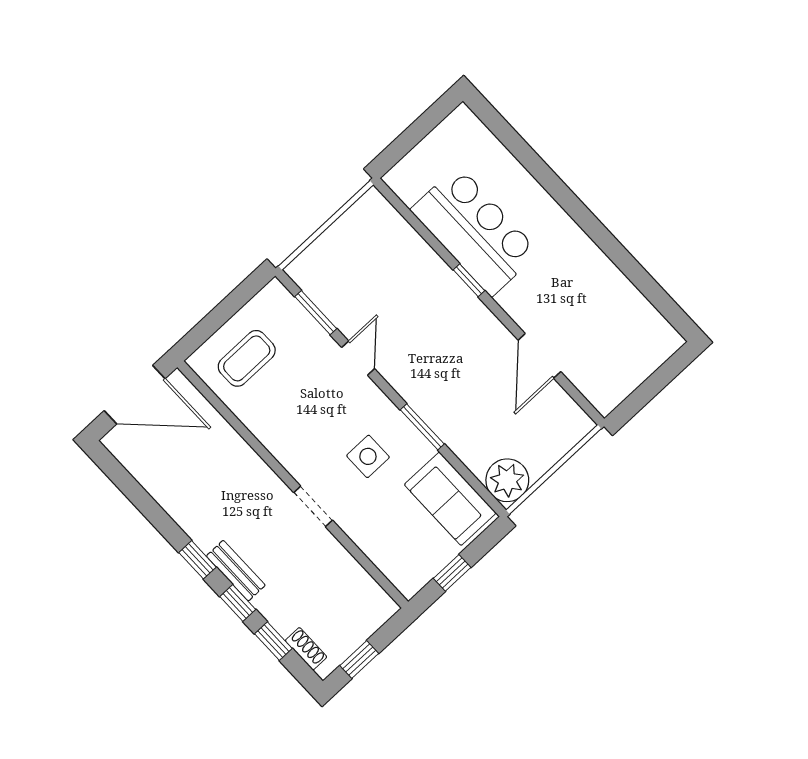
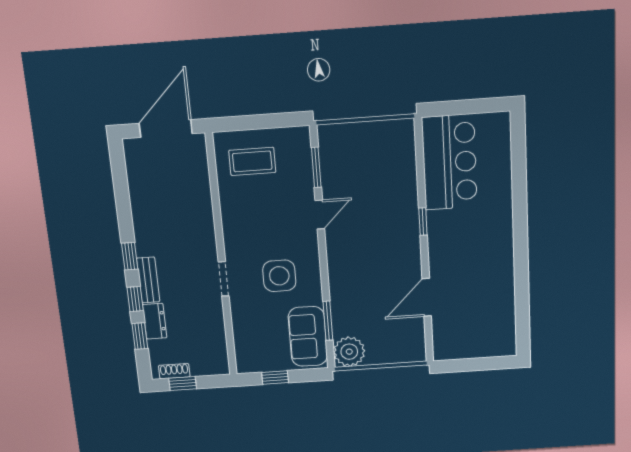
bar counter: (475, 231) -> (449, 162), moved
door: (135, 395) -> (166, 129), swing flipped
window: (422, 427) -> (328, 321), moved
side table: (368, 456) -> (279, 276), width x1.37, depth x1.37
dresser: (277, 612) -> (155, 321), added
shoe rack: (306, 649) -> (174, 371), moved, turned -90

